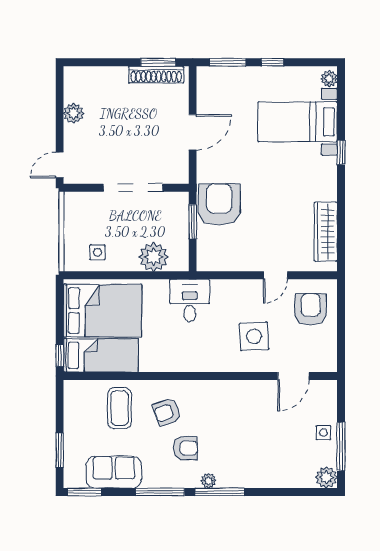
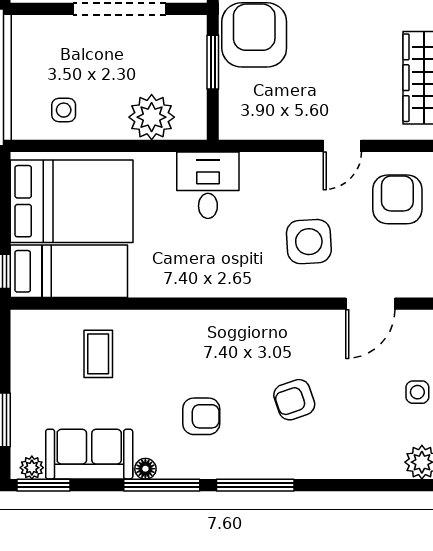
coffee table: (120, 408) -> (98, 354), width x0.73, depth x0.77
armchair: (167, 412) -> (294, 400), moved
floor lamp: (150, 481) -> (145, 469), added
plant: (209, 481) -> (32, 468), moved

